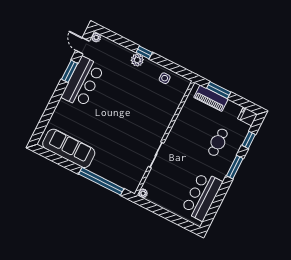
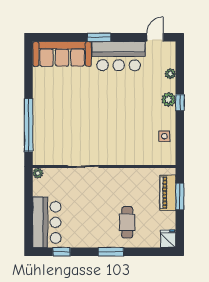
plant: (96, 37) -> (170, 74), moved
window: (70, 71) -> (99, 37), moved
window: (249, 140) -> (62, 252), moved
cafe table: (218, 142) -> (127, 222), turned 90
sofa: (69, 148) -> (62, 54), moved, turned 90
bar counter: (202, 196) -> (47, 222), moved, turned 90

